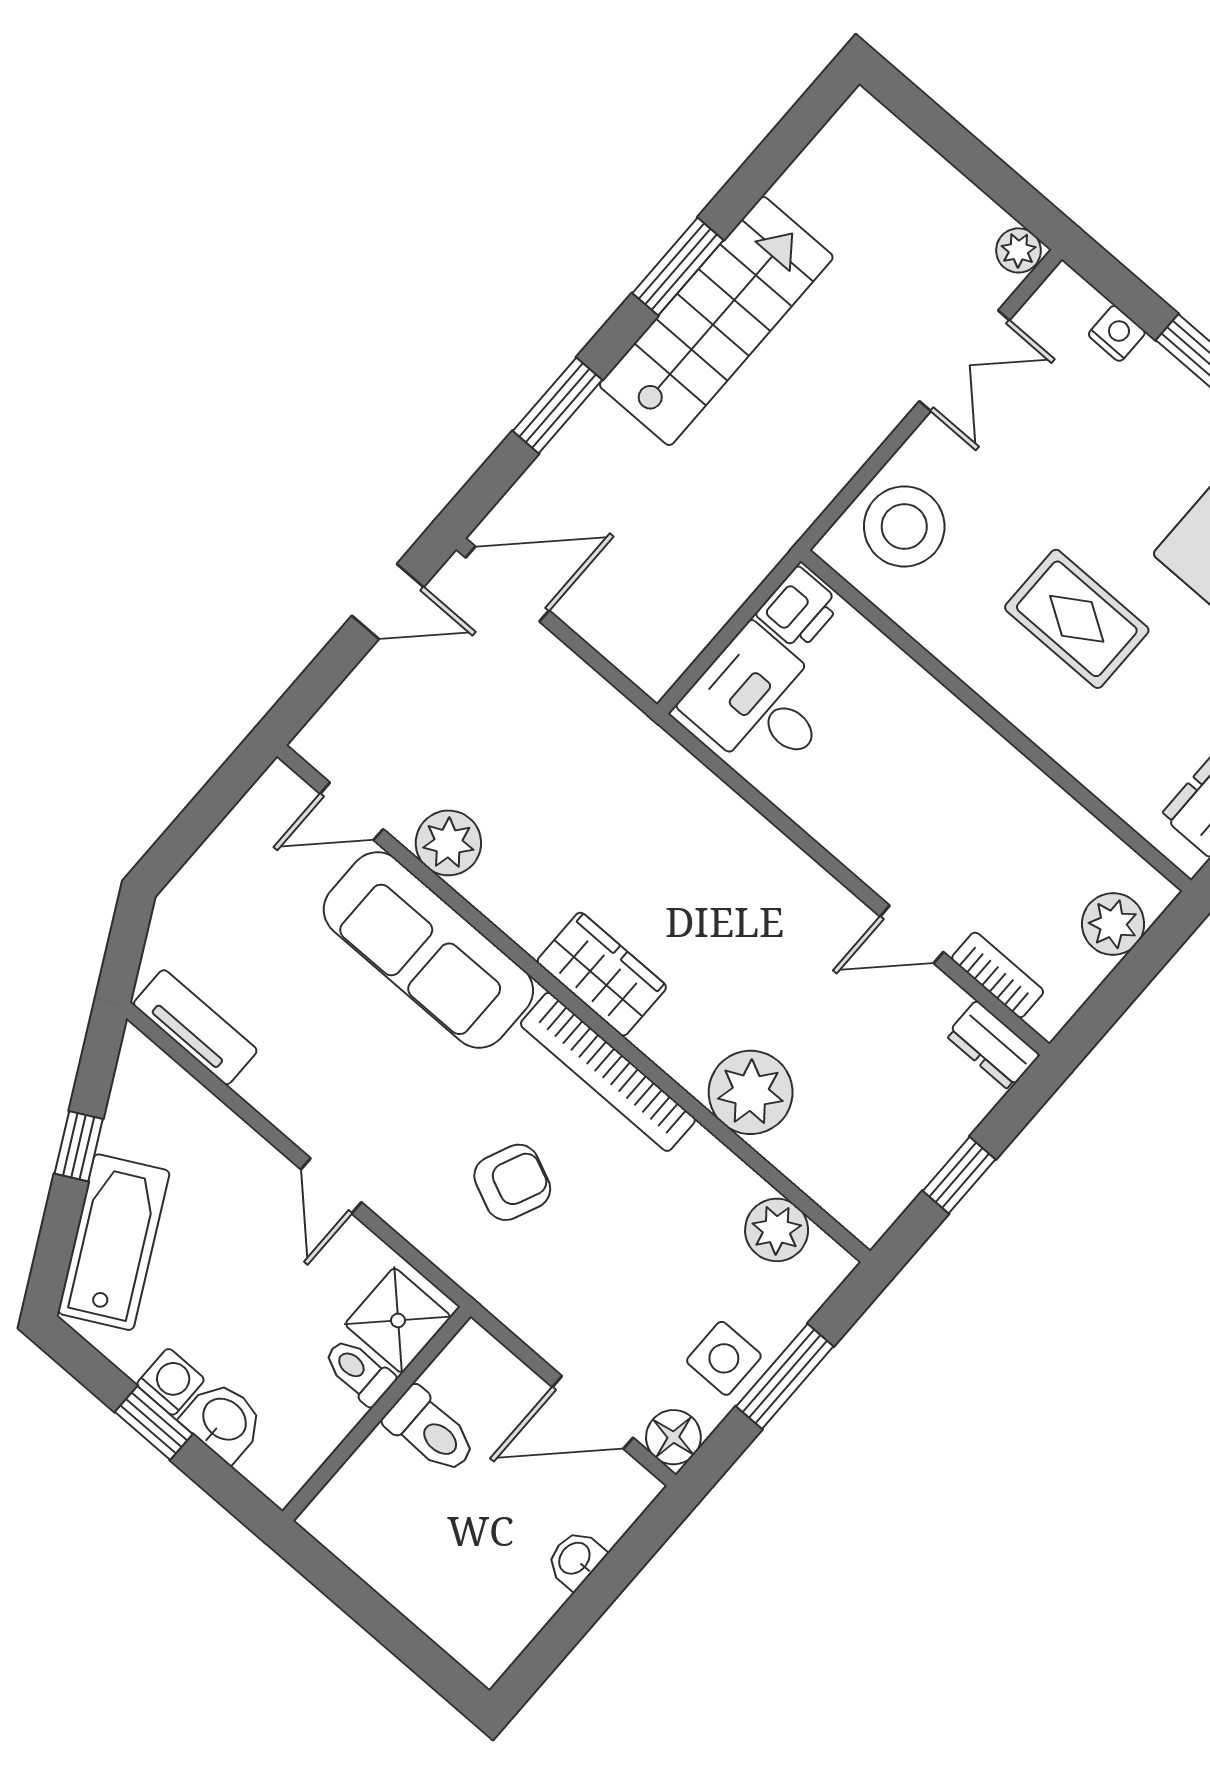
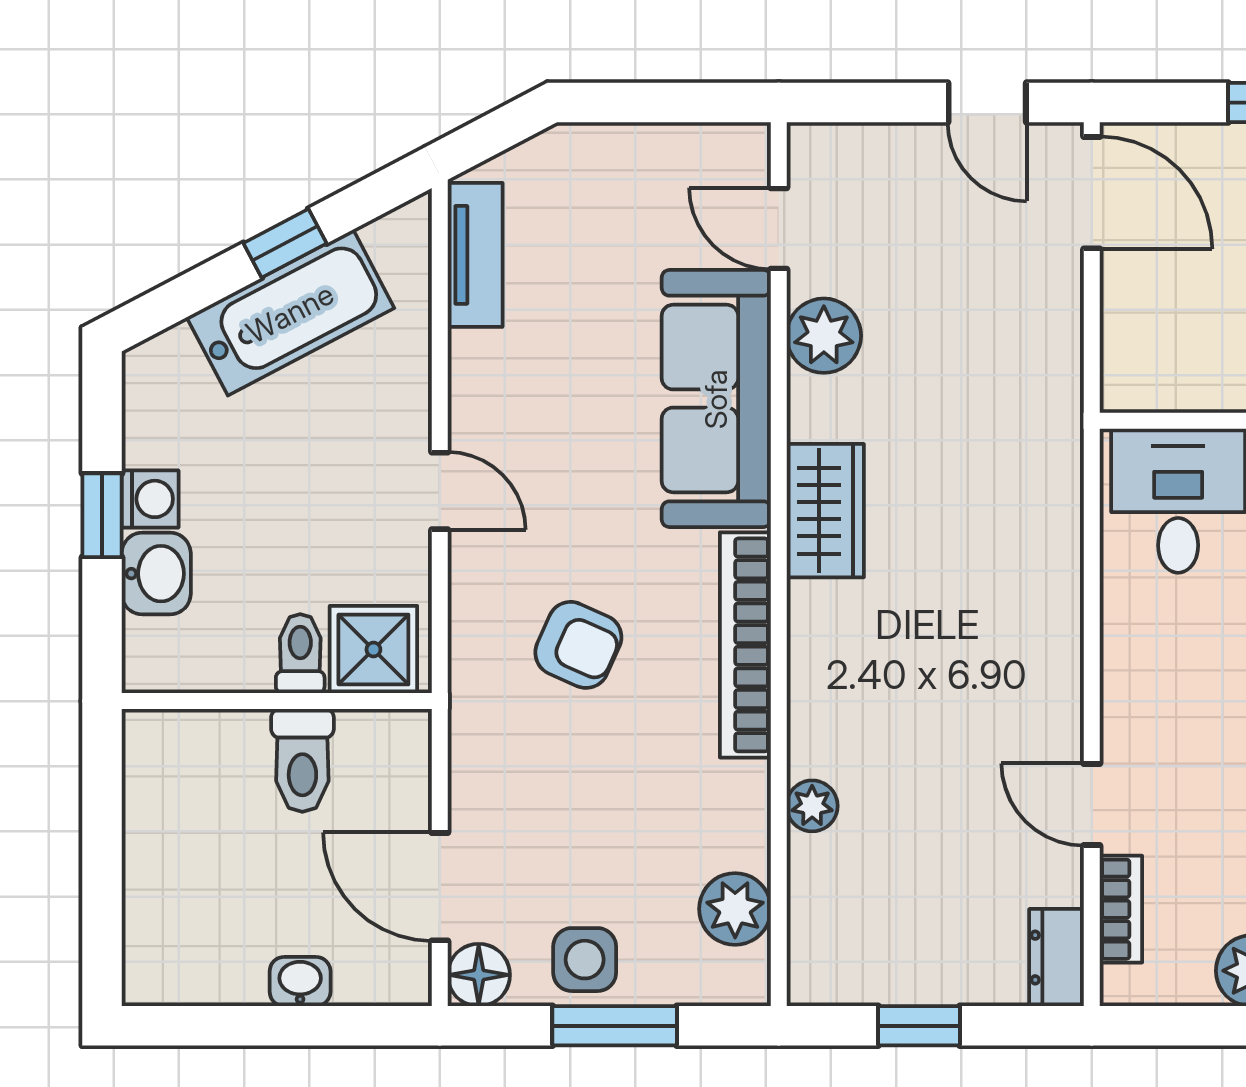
wardrobe: (602, 974) -> (825, 511), moved
plant: (751, 1092) -> (812, 806), width x0.53, depth x0.53
door: (331, 1186) -> (440, 491), swing flipped
bathtub: (114, 1242) -> (290, 313), moved

